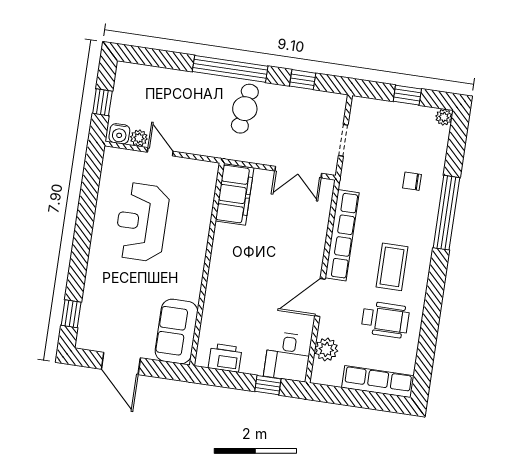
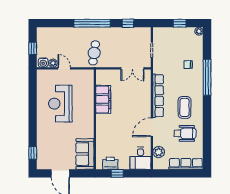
cafe table: (245, 109) -> (94, 53), moved
filing cabinet: (235, 194) -> (103, 100), moved
window: (268, 385) -> (117, 173), moved

